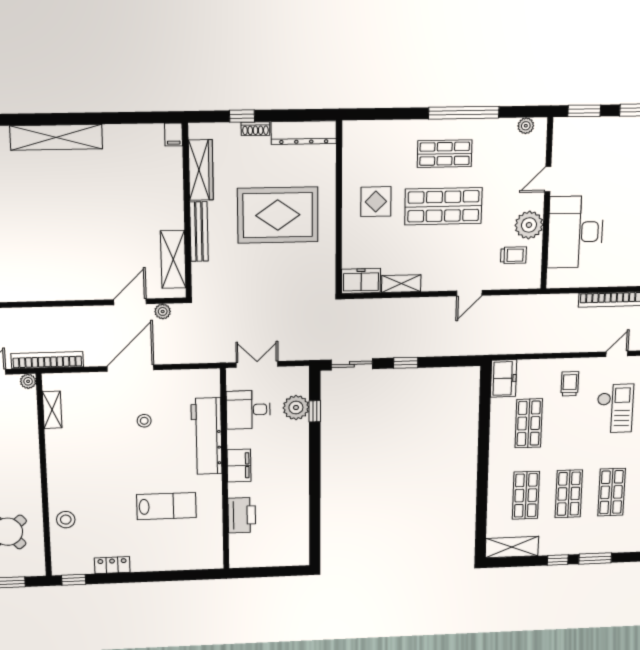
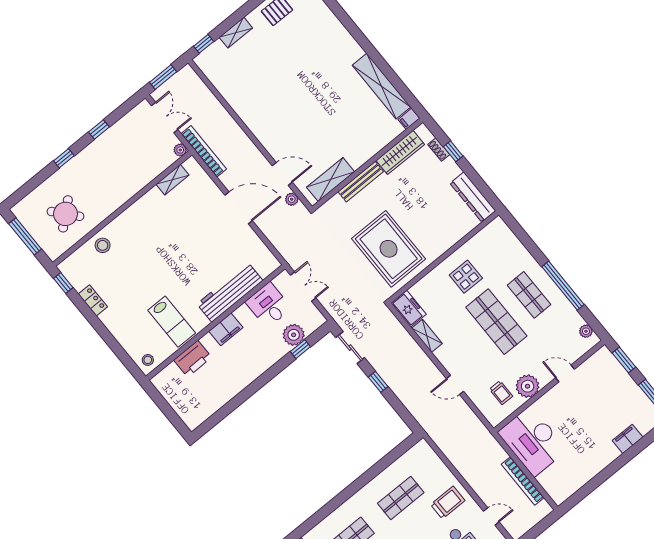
shoe rack: (255, 129) -> (439, 149), moved
shelving: (56, 137) -> (381, 86), moved
rug: (278, 215) -> (389, 249), moved
desk: (575, 232) -> (532, 441), moved, turned -90
freezer: (504, 378) -> (417, 455), removed
trolley: (570, 384) -> (448, 502), width x1.36, depth x1.39
stool: (144, 421) -> (148, 360), moved
lab bench: (166, 506) -> (172, 322), moved

